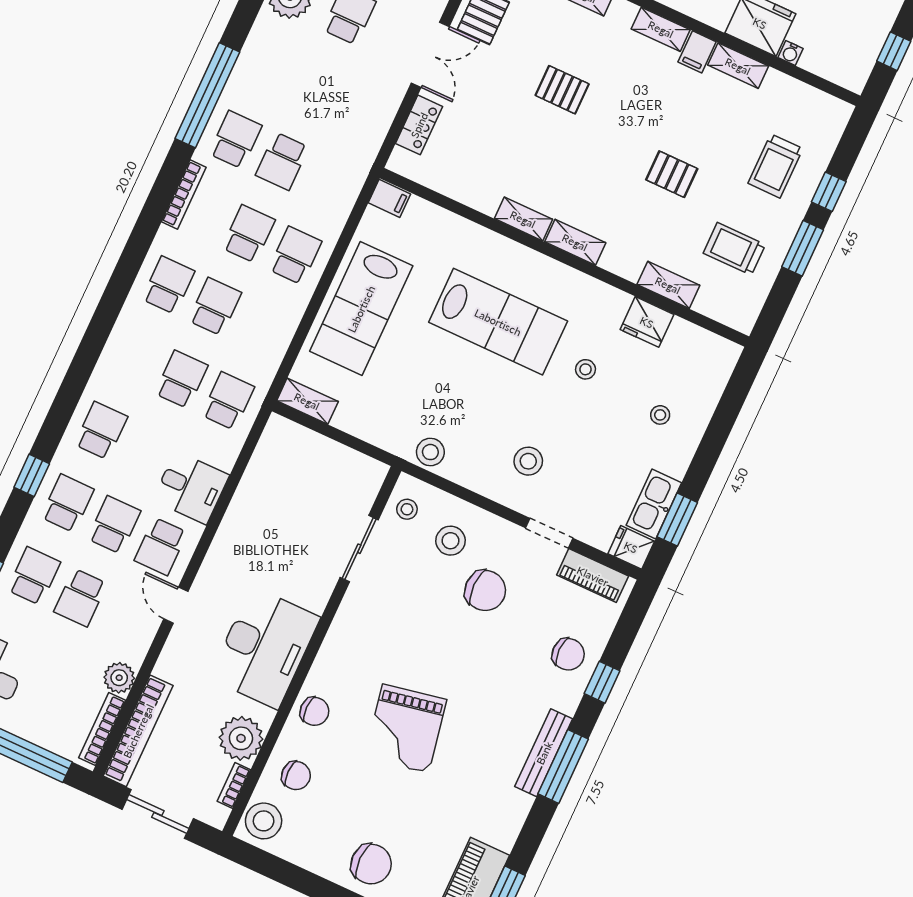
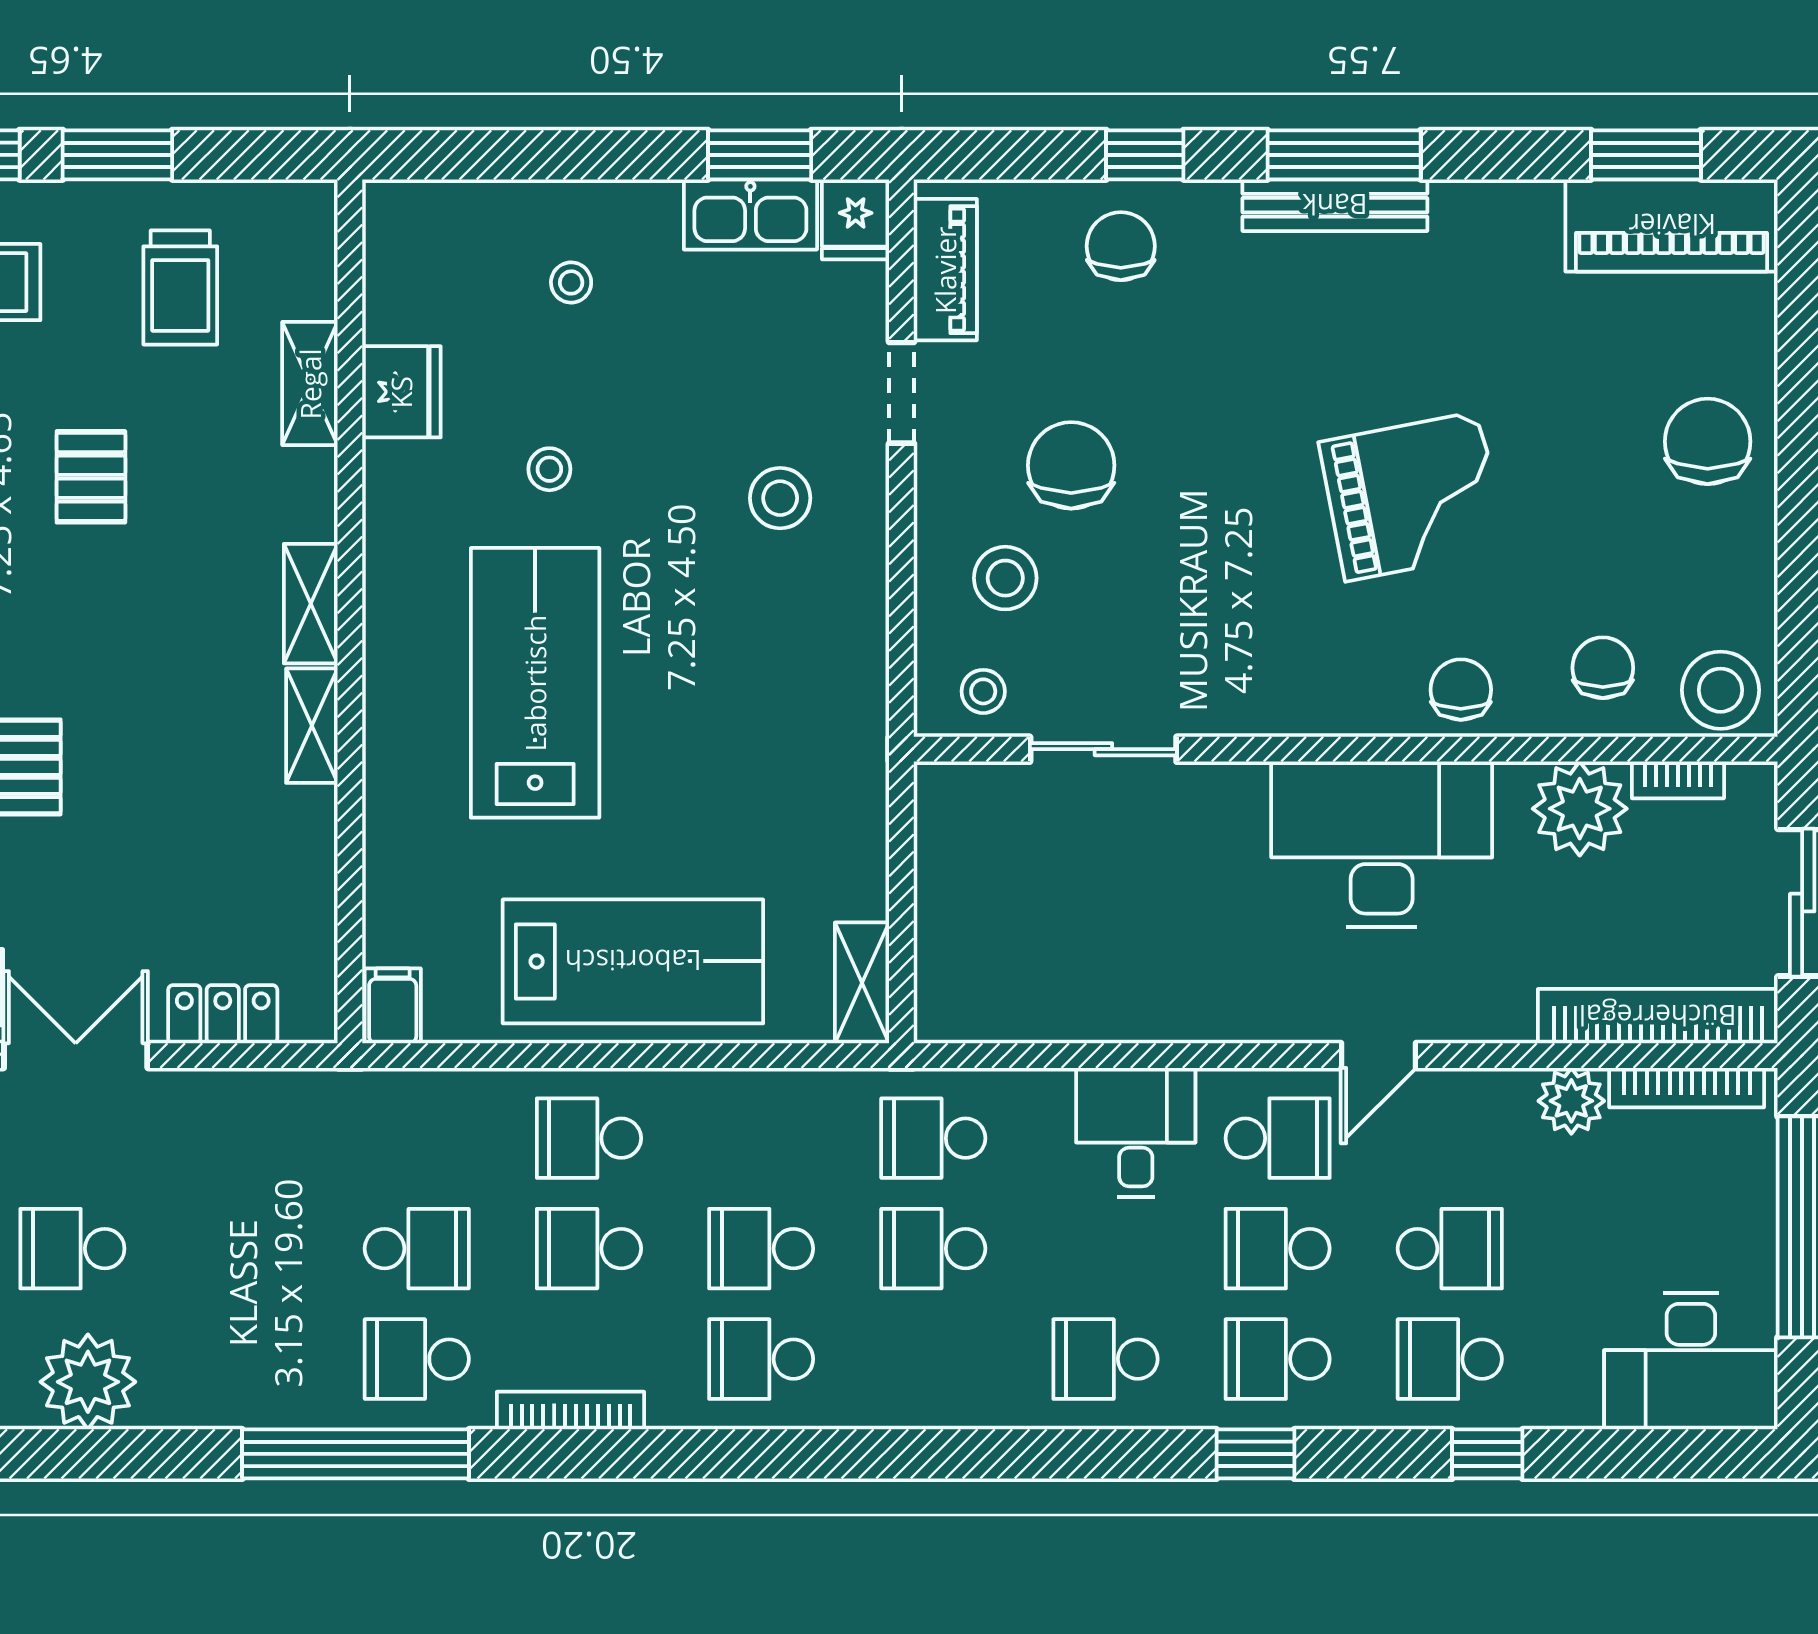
stool: (430, 452) -> (850, 697), removed

